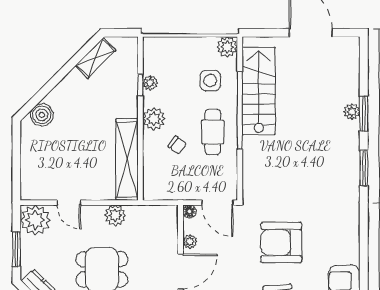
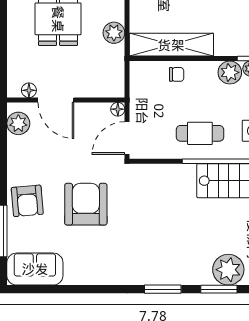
plant: (352, 112) -> (228, 270), width x1.87, depth x1.87
plant: (154, 119) -> (230, 72), moved
chair: (177, 145) -> (177, 74), moved, turned -126
plant: (190, 242) -> (87, 110), removed

